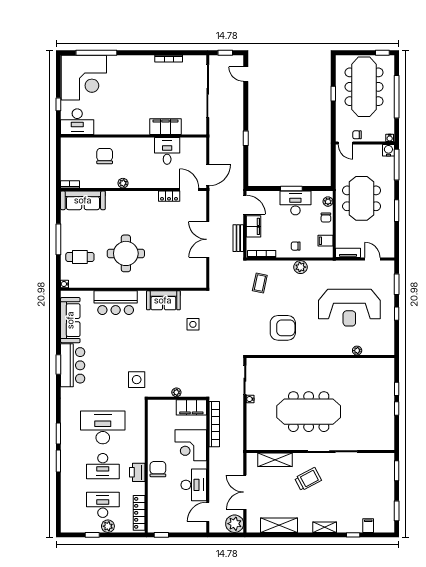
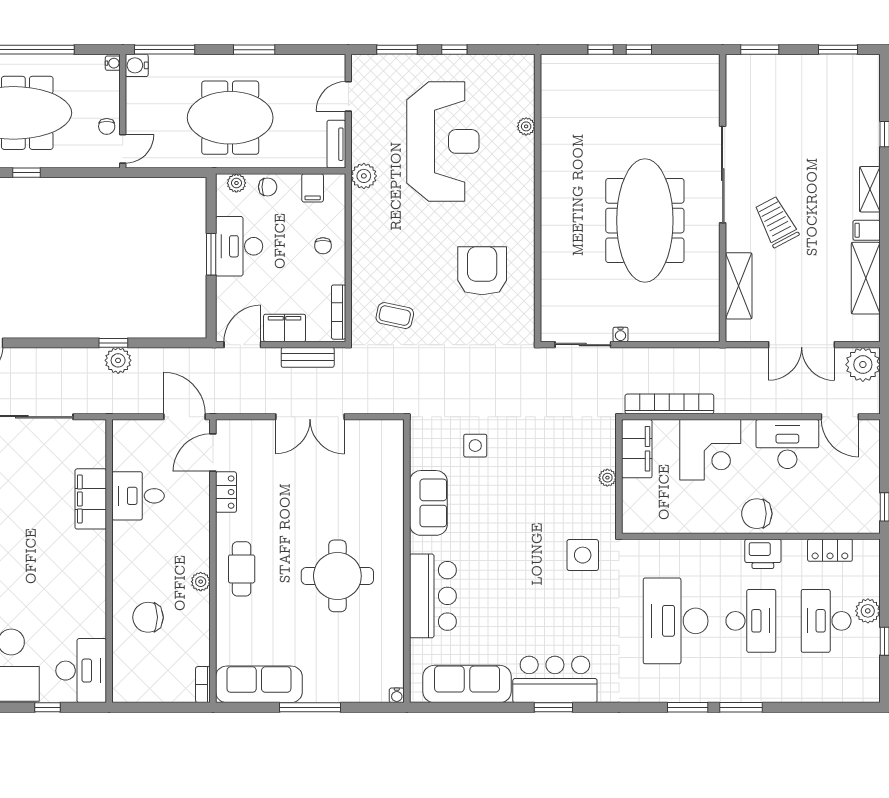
plant: (237, 141) -> (118, 360), added
sofa: (83, 200) -> (259, 684), moved, turned -90
cafe table: (80, 257) -> (242, 569), moved
plant: (301, 267) -> (364, 176), moved
locker: (139, 513) -> (830, 550), width x0.66
filing cabinet: (368, 526) -> (867, 230), moved

